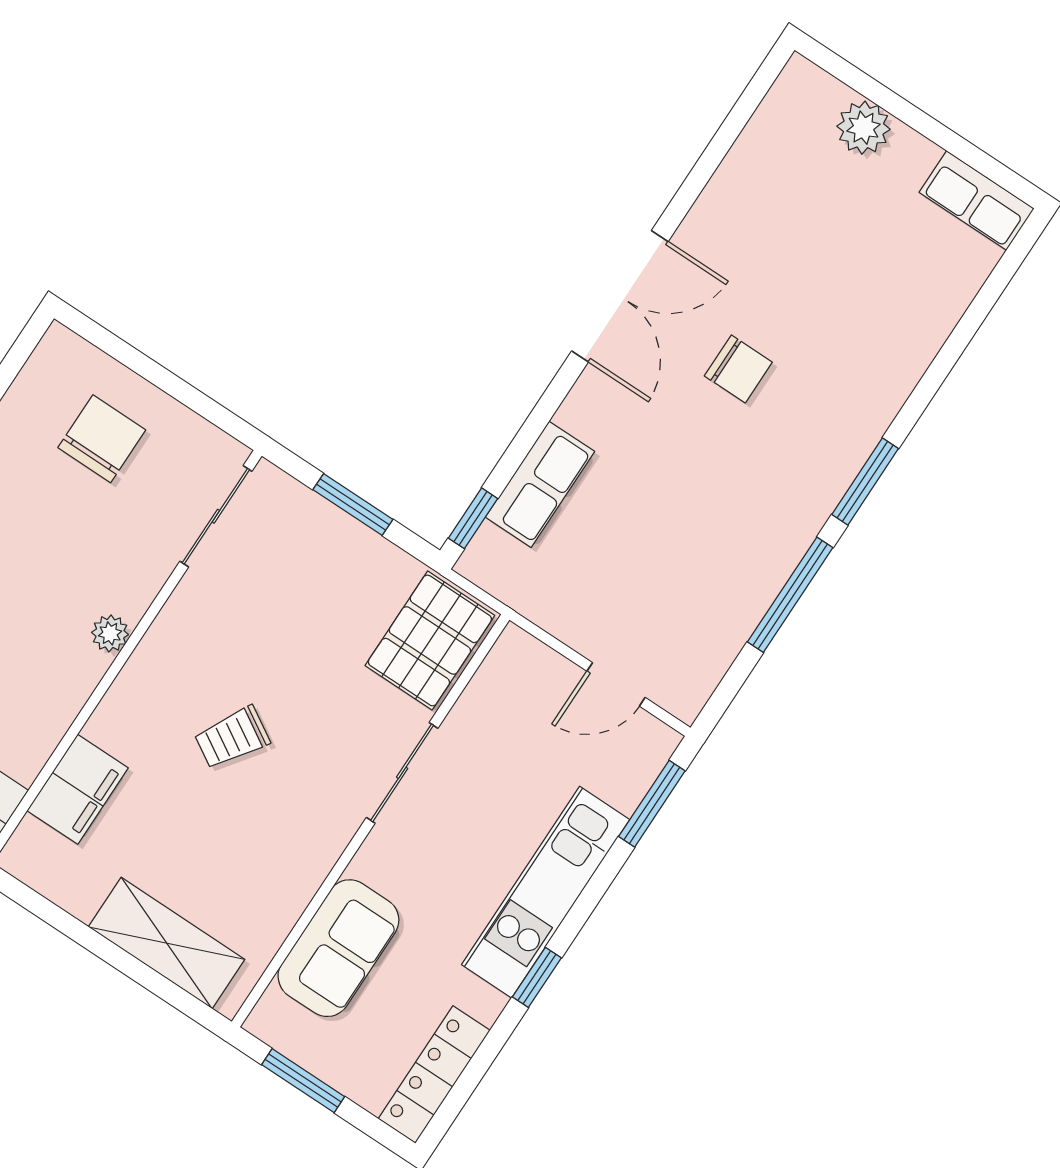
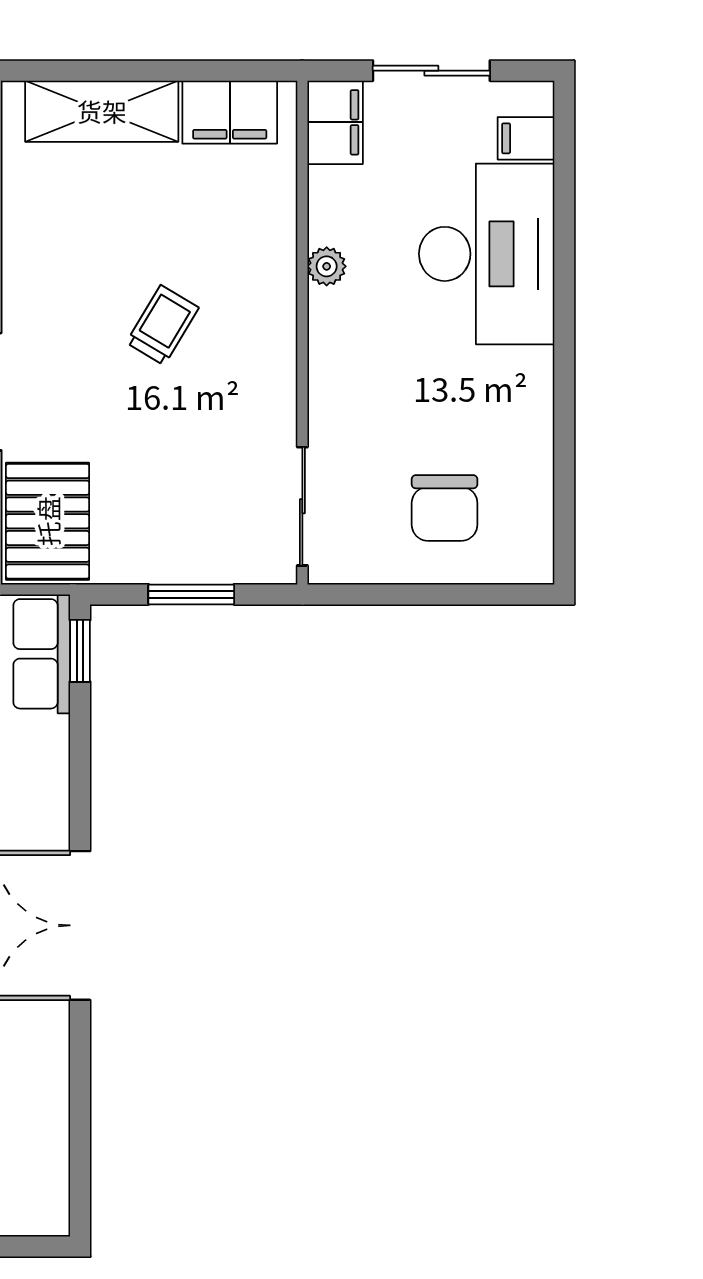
row of seats: (540, 484) -> (42, 654), moved
plant: (110, 633) -> (327, 266), moved
filing cabinet: (78, 789) -> (230, 112), moved, turned -90

